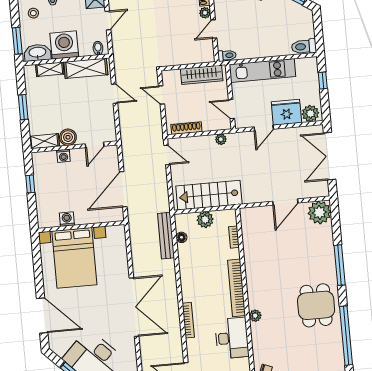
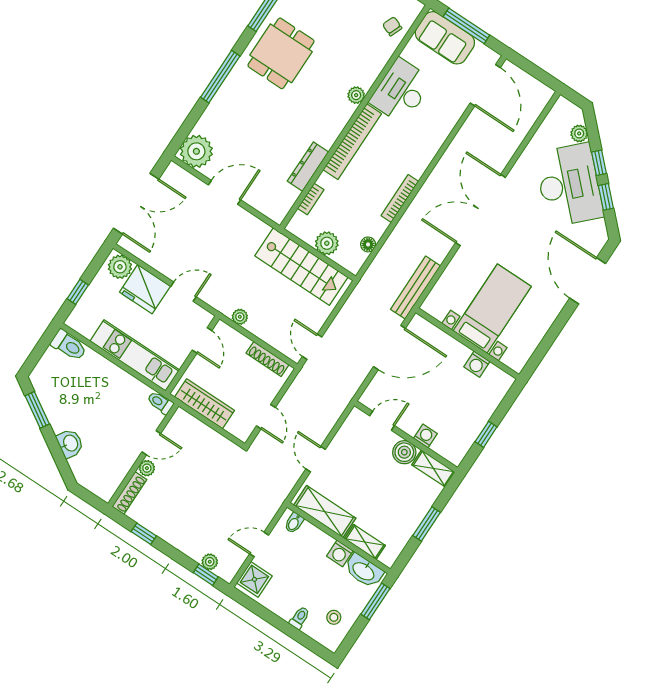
washing machine: (64, 45) -> (340, 553), width x0.53, depth x0.53
bench: (166, 236) -> (415, 288), moved
dresser: (250, 254) -> (308, 167), added
bed with nightstands: (74, 258) -> (492, 309), width x0.73
bookcase: (188, 320) -> (400, 198), moved

